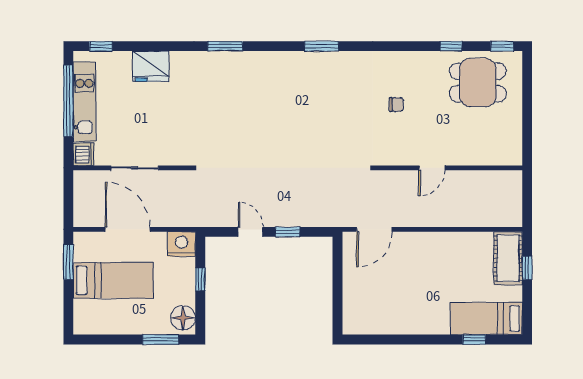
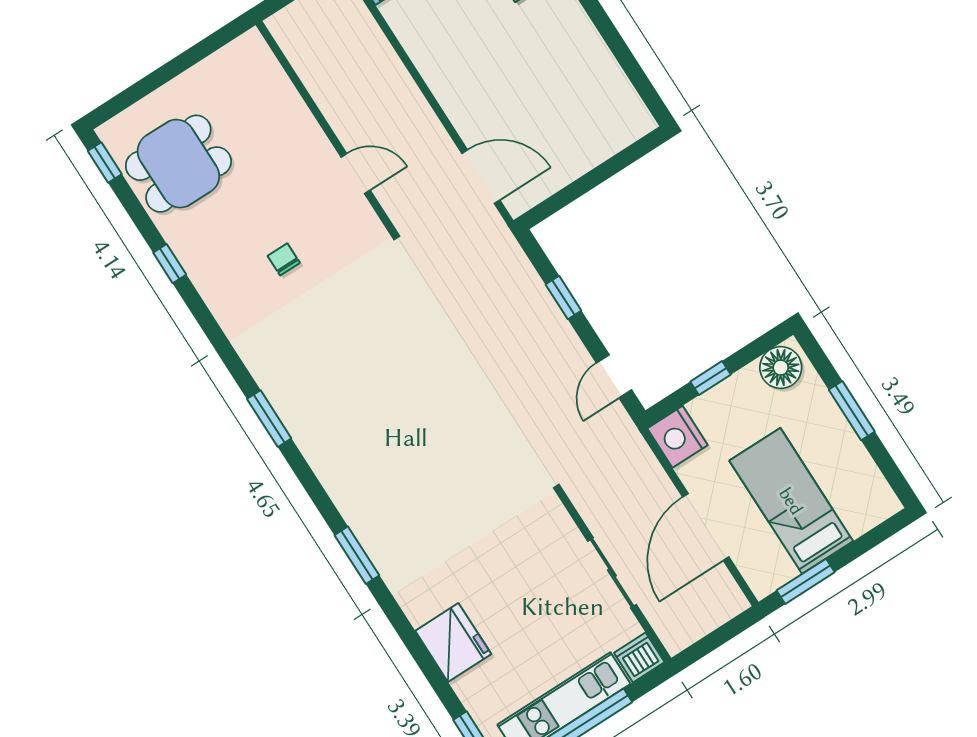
window: (451, 46) -> (170, 264), moved
dining table: (478, 83) -> (178, 164), turned 90
door: (432, 168) -> (356, 174), moved
door: (250, 232) -> (614, 376), moved
window: (161, 340) -> (852, 411), moved

